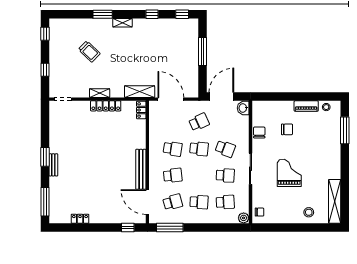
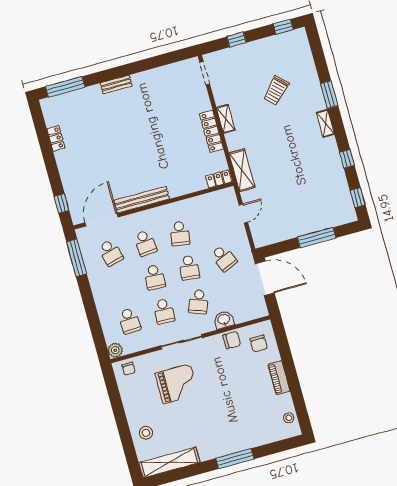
door: (171, 99) -> (243, 214), width x0.53
piano: (306, 106) -> (279, 378), moved
washbasin: (243, 108) -> (224, 320), moved
chair: (287, 129) -> (259, 344), moved
window: (345, 130) -> (235, 459), moved
window: (45, 157) -> (124, 71), removed
grand piano: (289, 173) -> (177, 384), moved
school desk: (199, 202) -> (155, 277), moved

